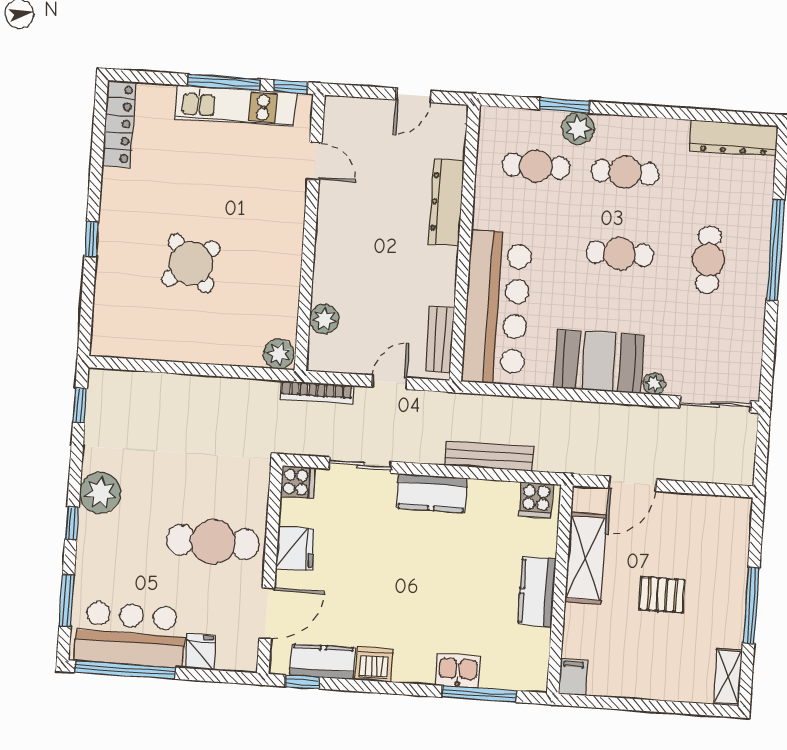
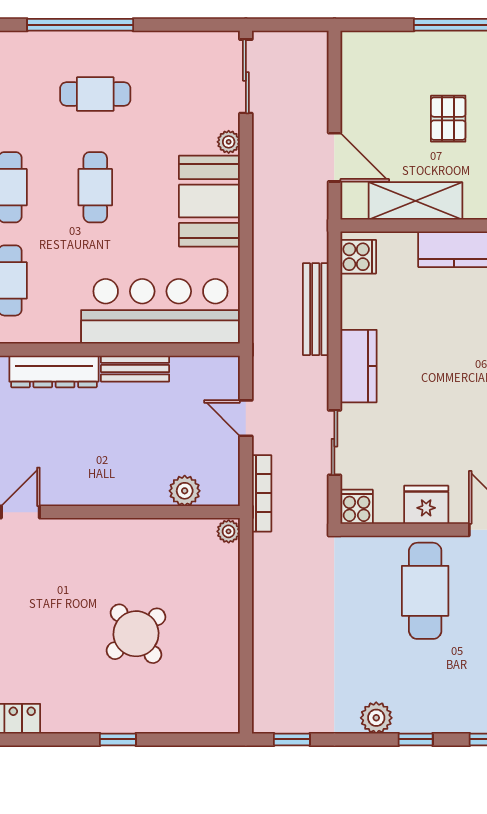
bench: (440, 339) -> (135, 369), moved
plant: (279, 354) -> (229, 531), width x0.73, depth x0.73
plant: (100, 493) -> (376, 718), width x0.73, depth x0.73

